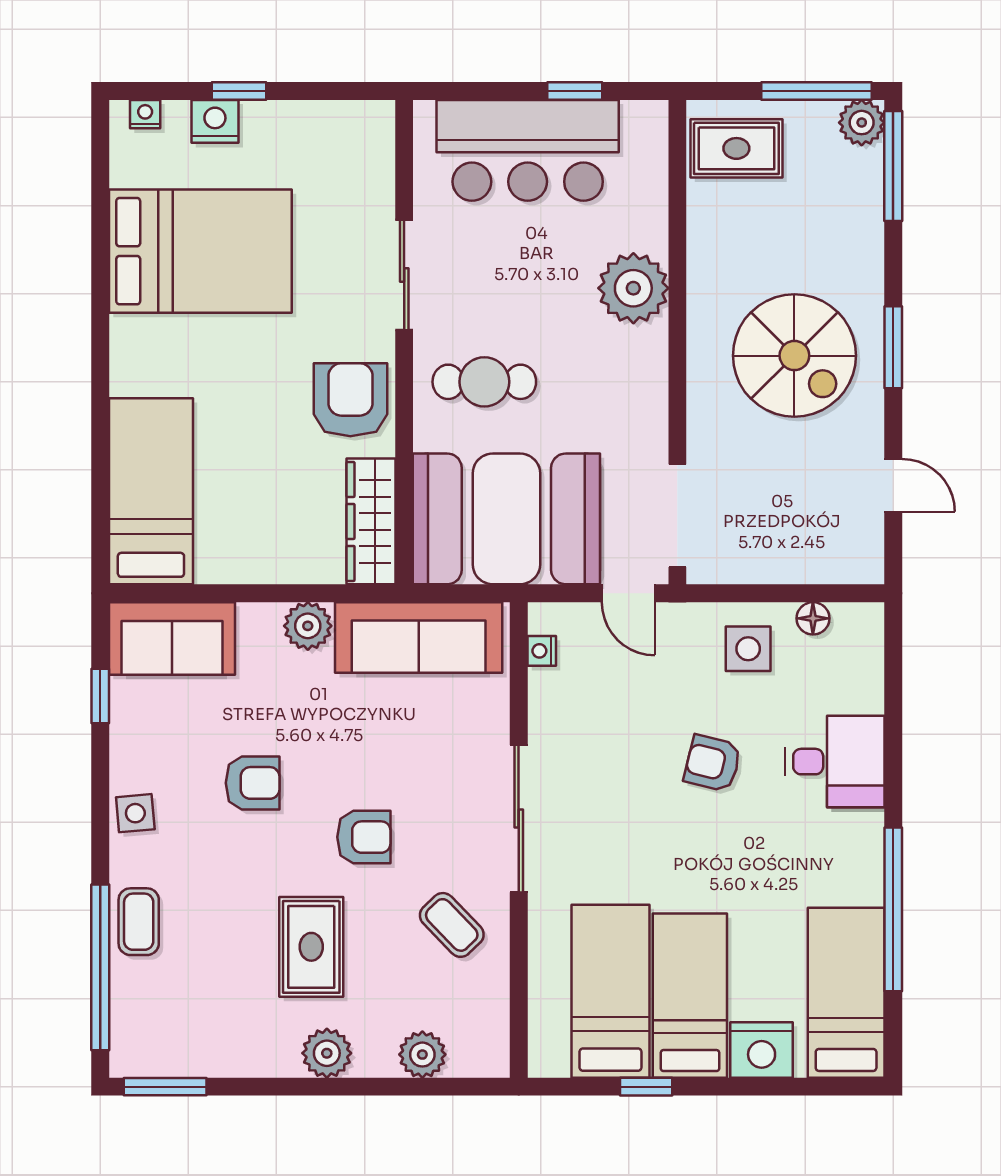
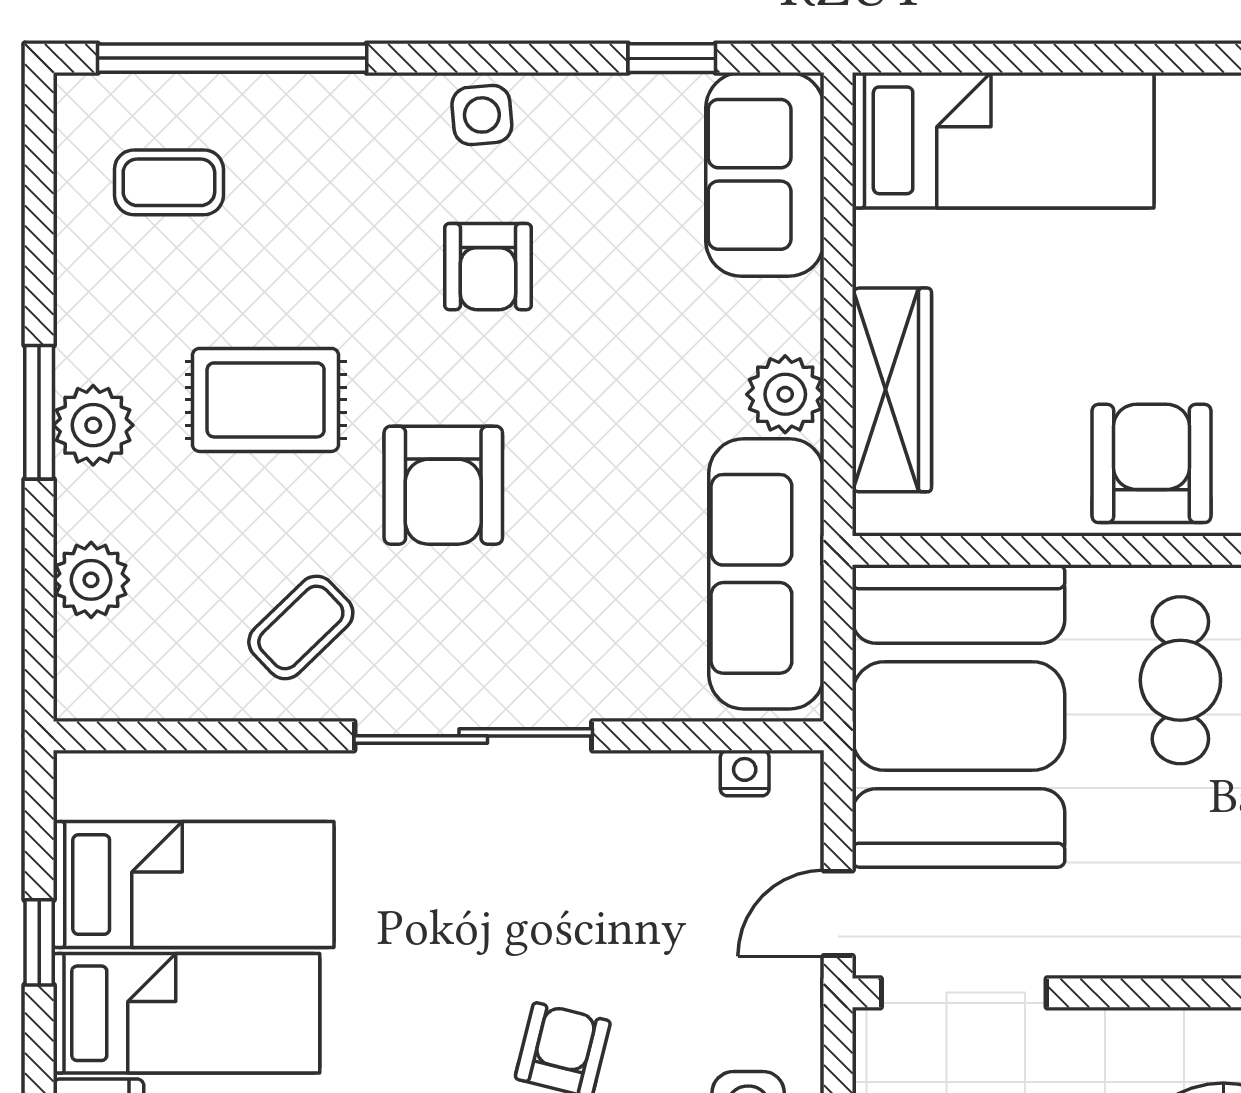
armchair: (350, 400) -> (1152, 463), turned -90
wardrobe: (371, 521) -> (892, 390), moved, turned 90
armchair: (253, 783) -> (488, 267), moved
armchair: (364, 837) -> (443, 485), width x1.38, depth x1.38
coffee table: (139, 922) -> (169, 182), moved
window: (165, 1087) -> (39, 412), moved

